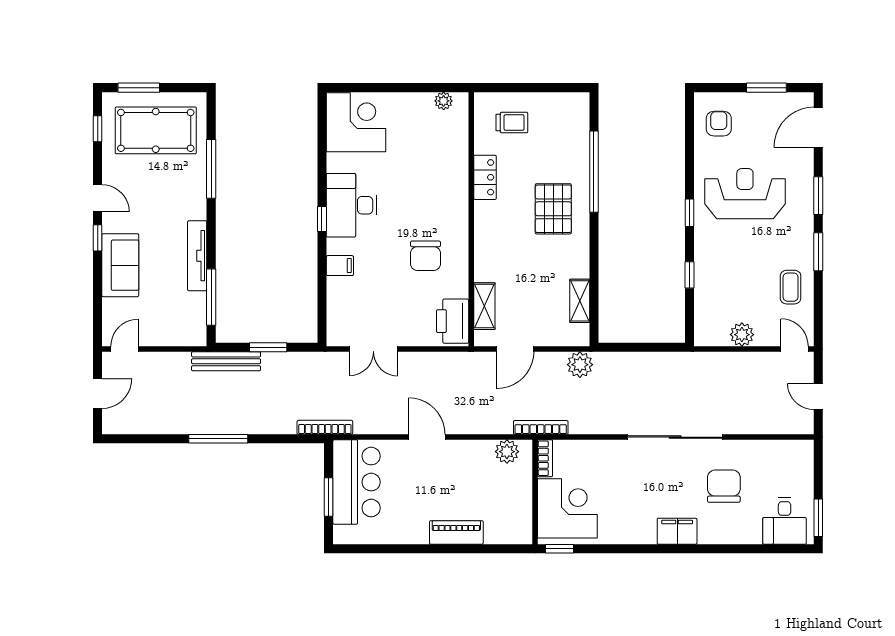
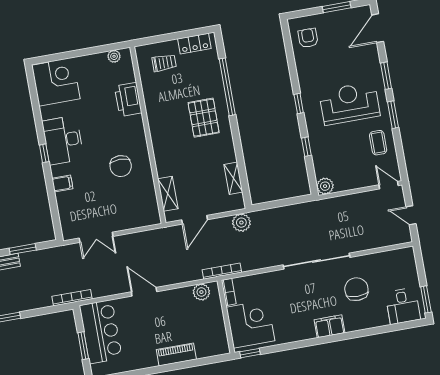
locker: (485, 177) -> (194, 44), moved, turned 90
reception desk: (745, 194) -> (350, 103), moved
printer: (453, 321) -> (128, 99), moved
plant: (742, 335) -> (325, 186), moved

